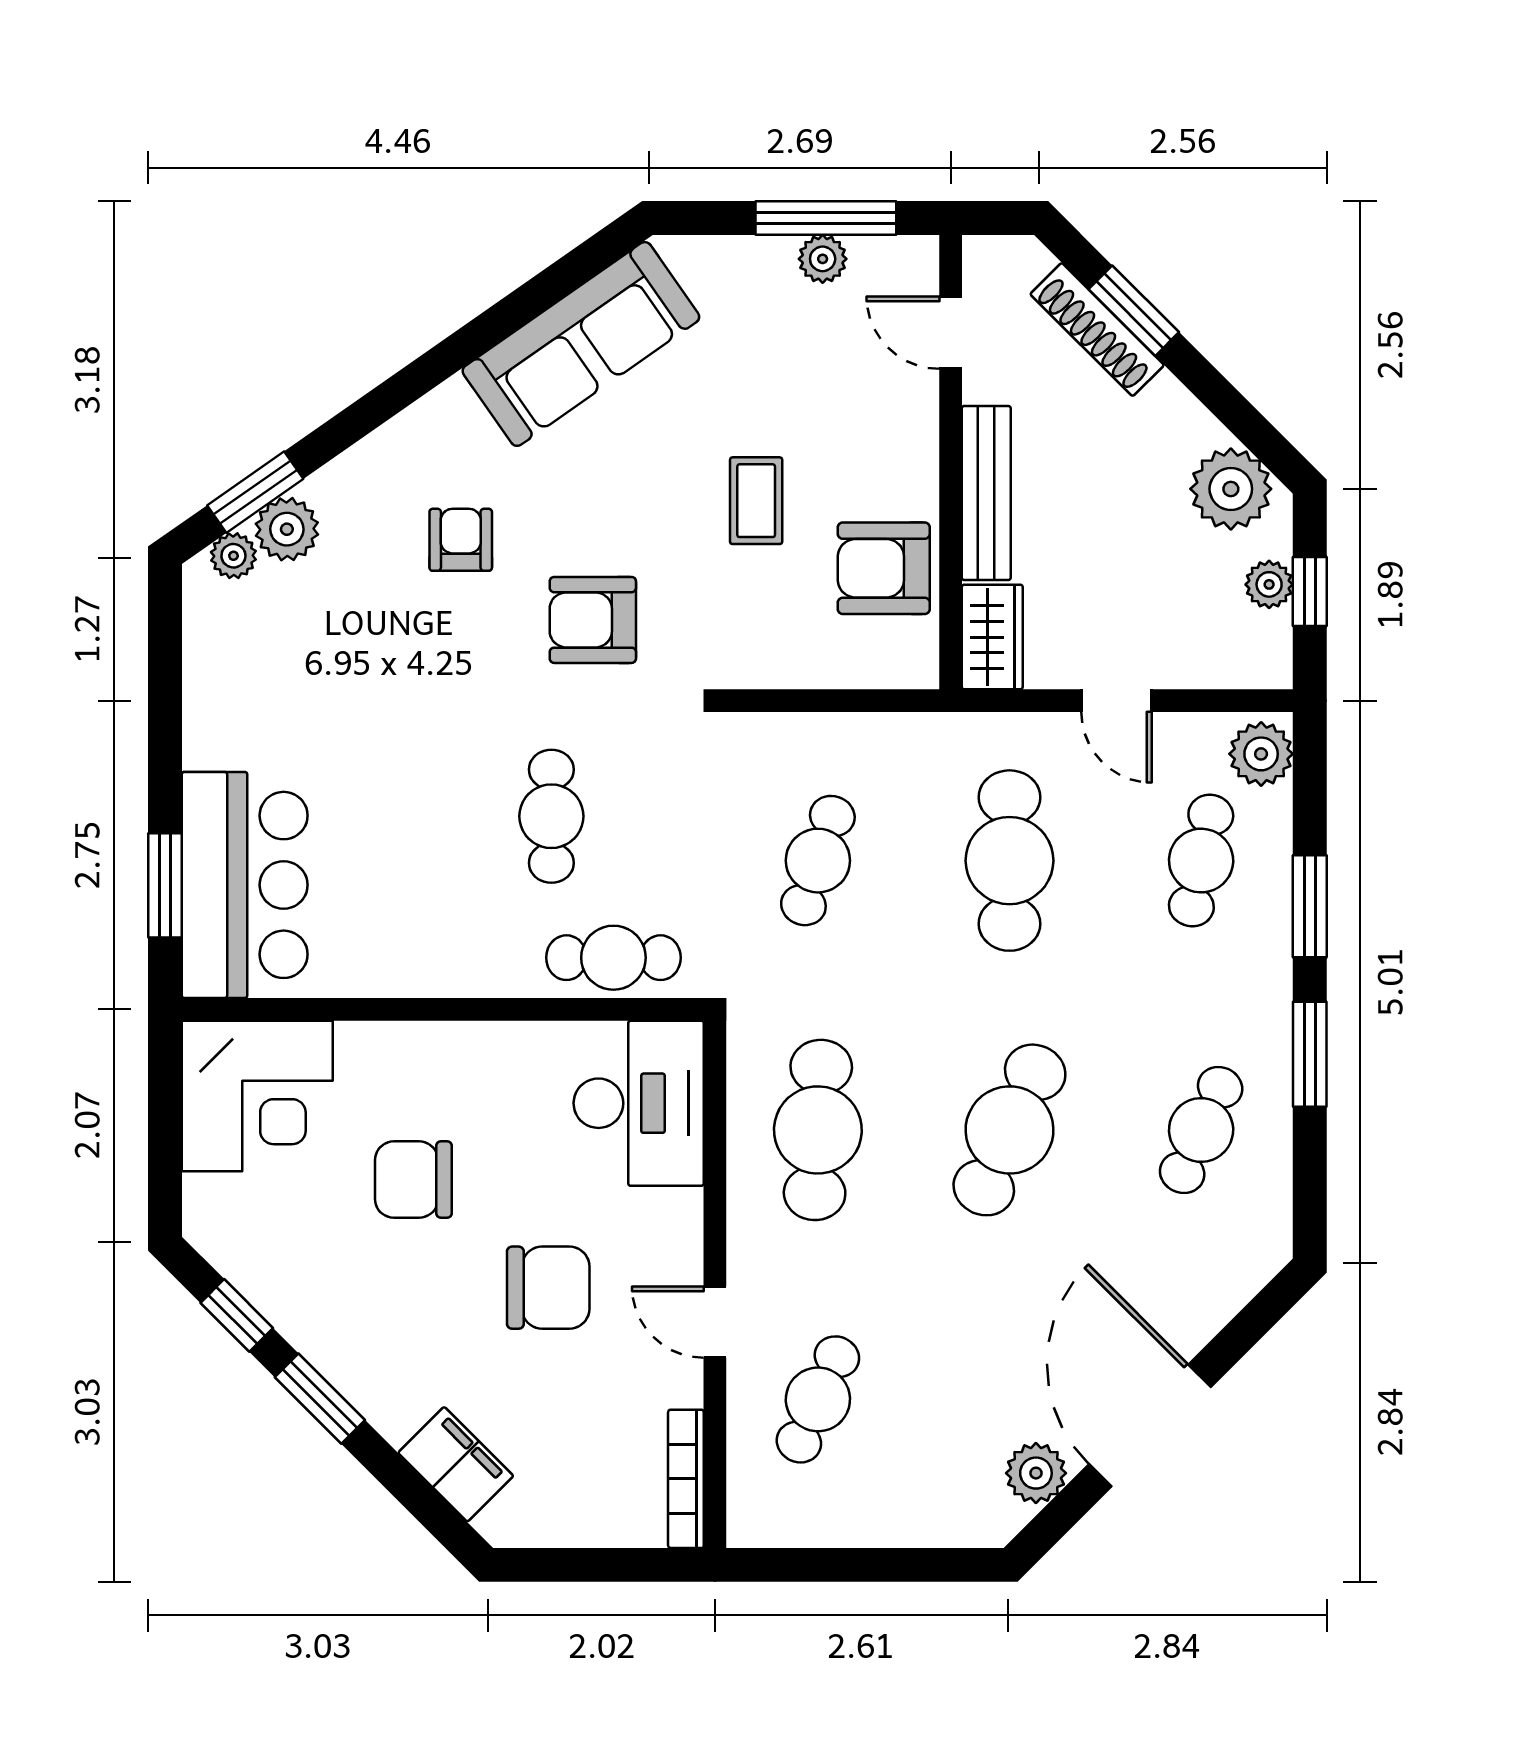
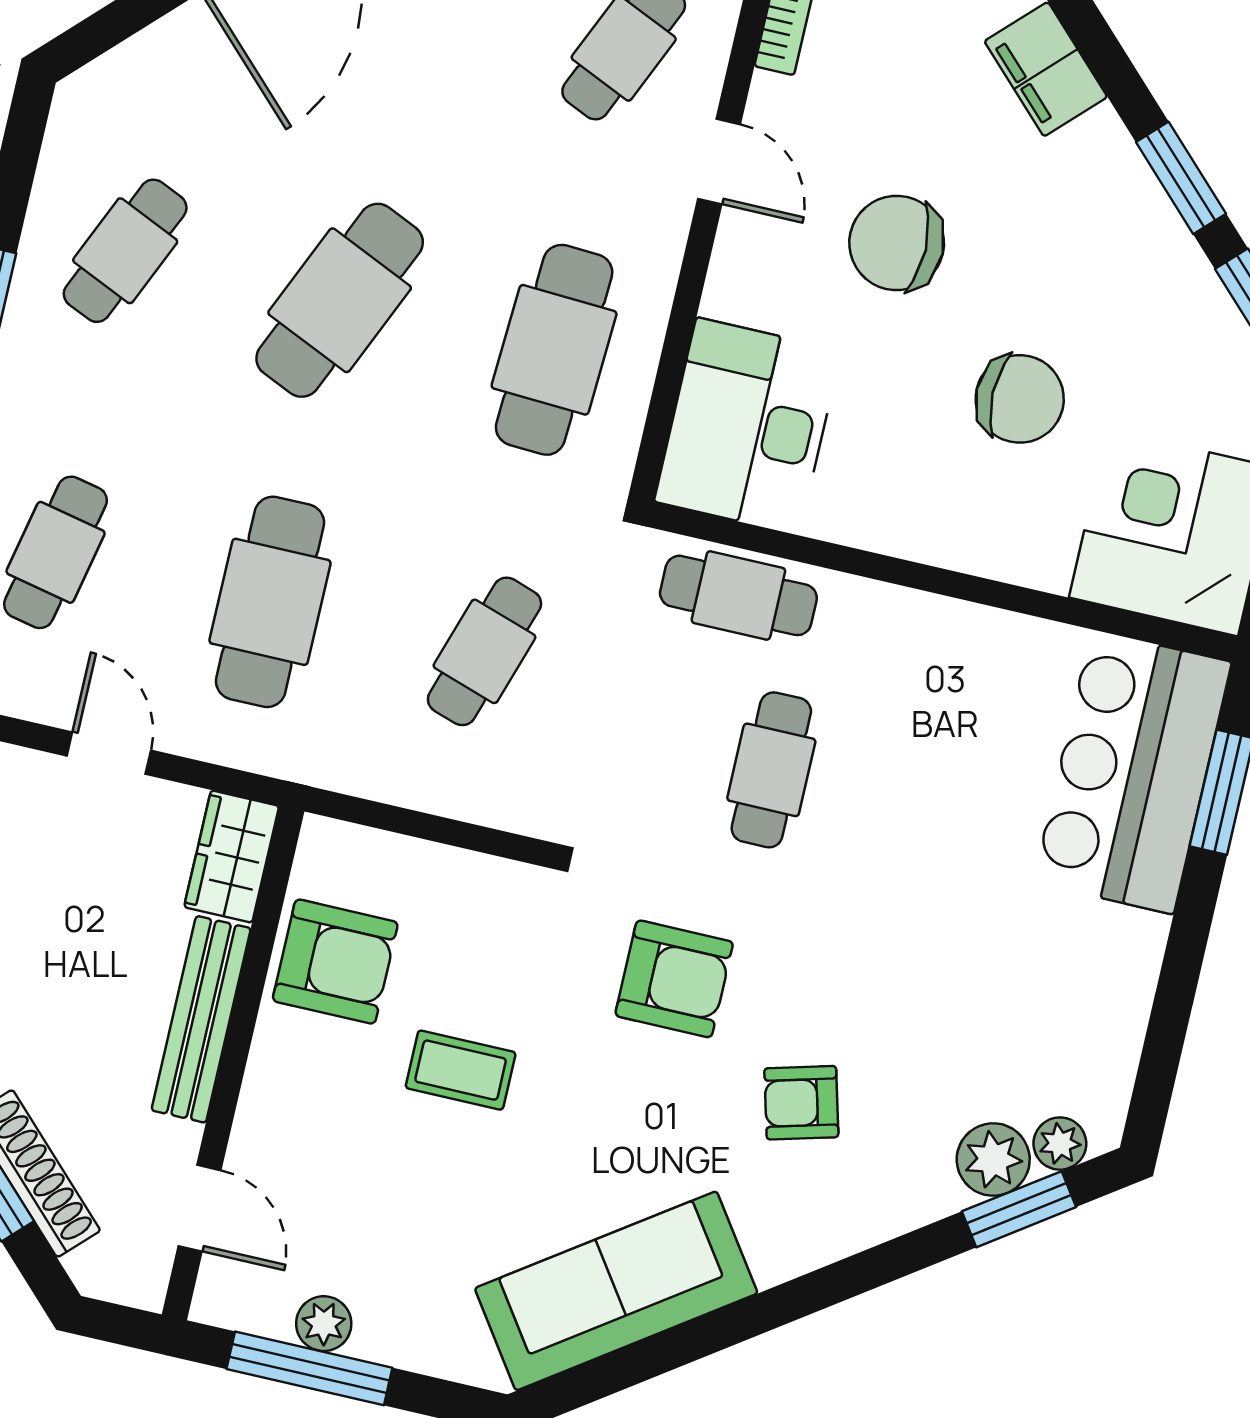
coffee table: (756, 501) -> (461, 1070), turned 90
armchair: (461, 540) -> (801, 1103), turned 75

